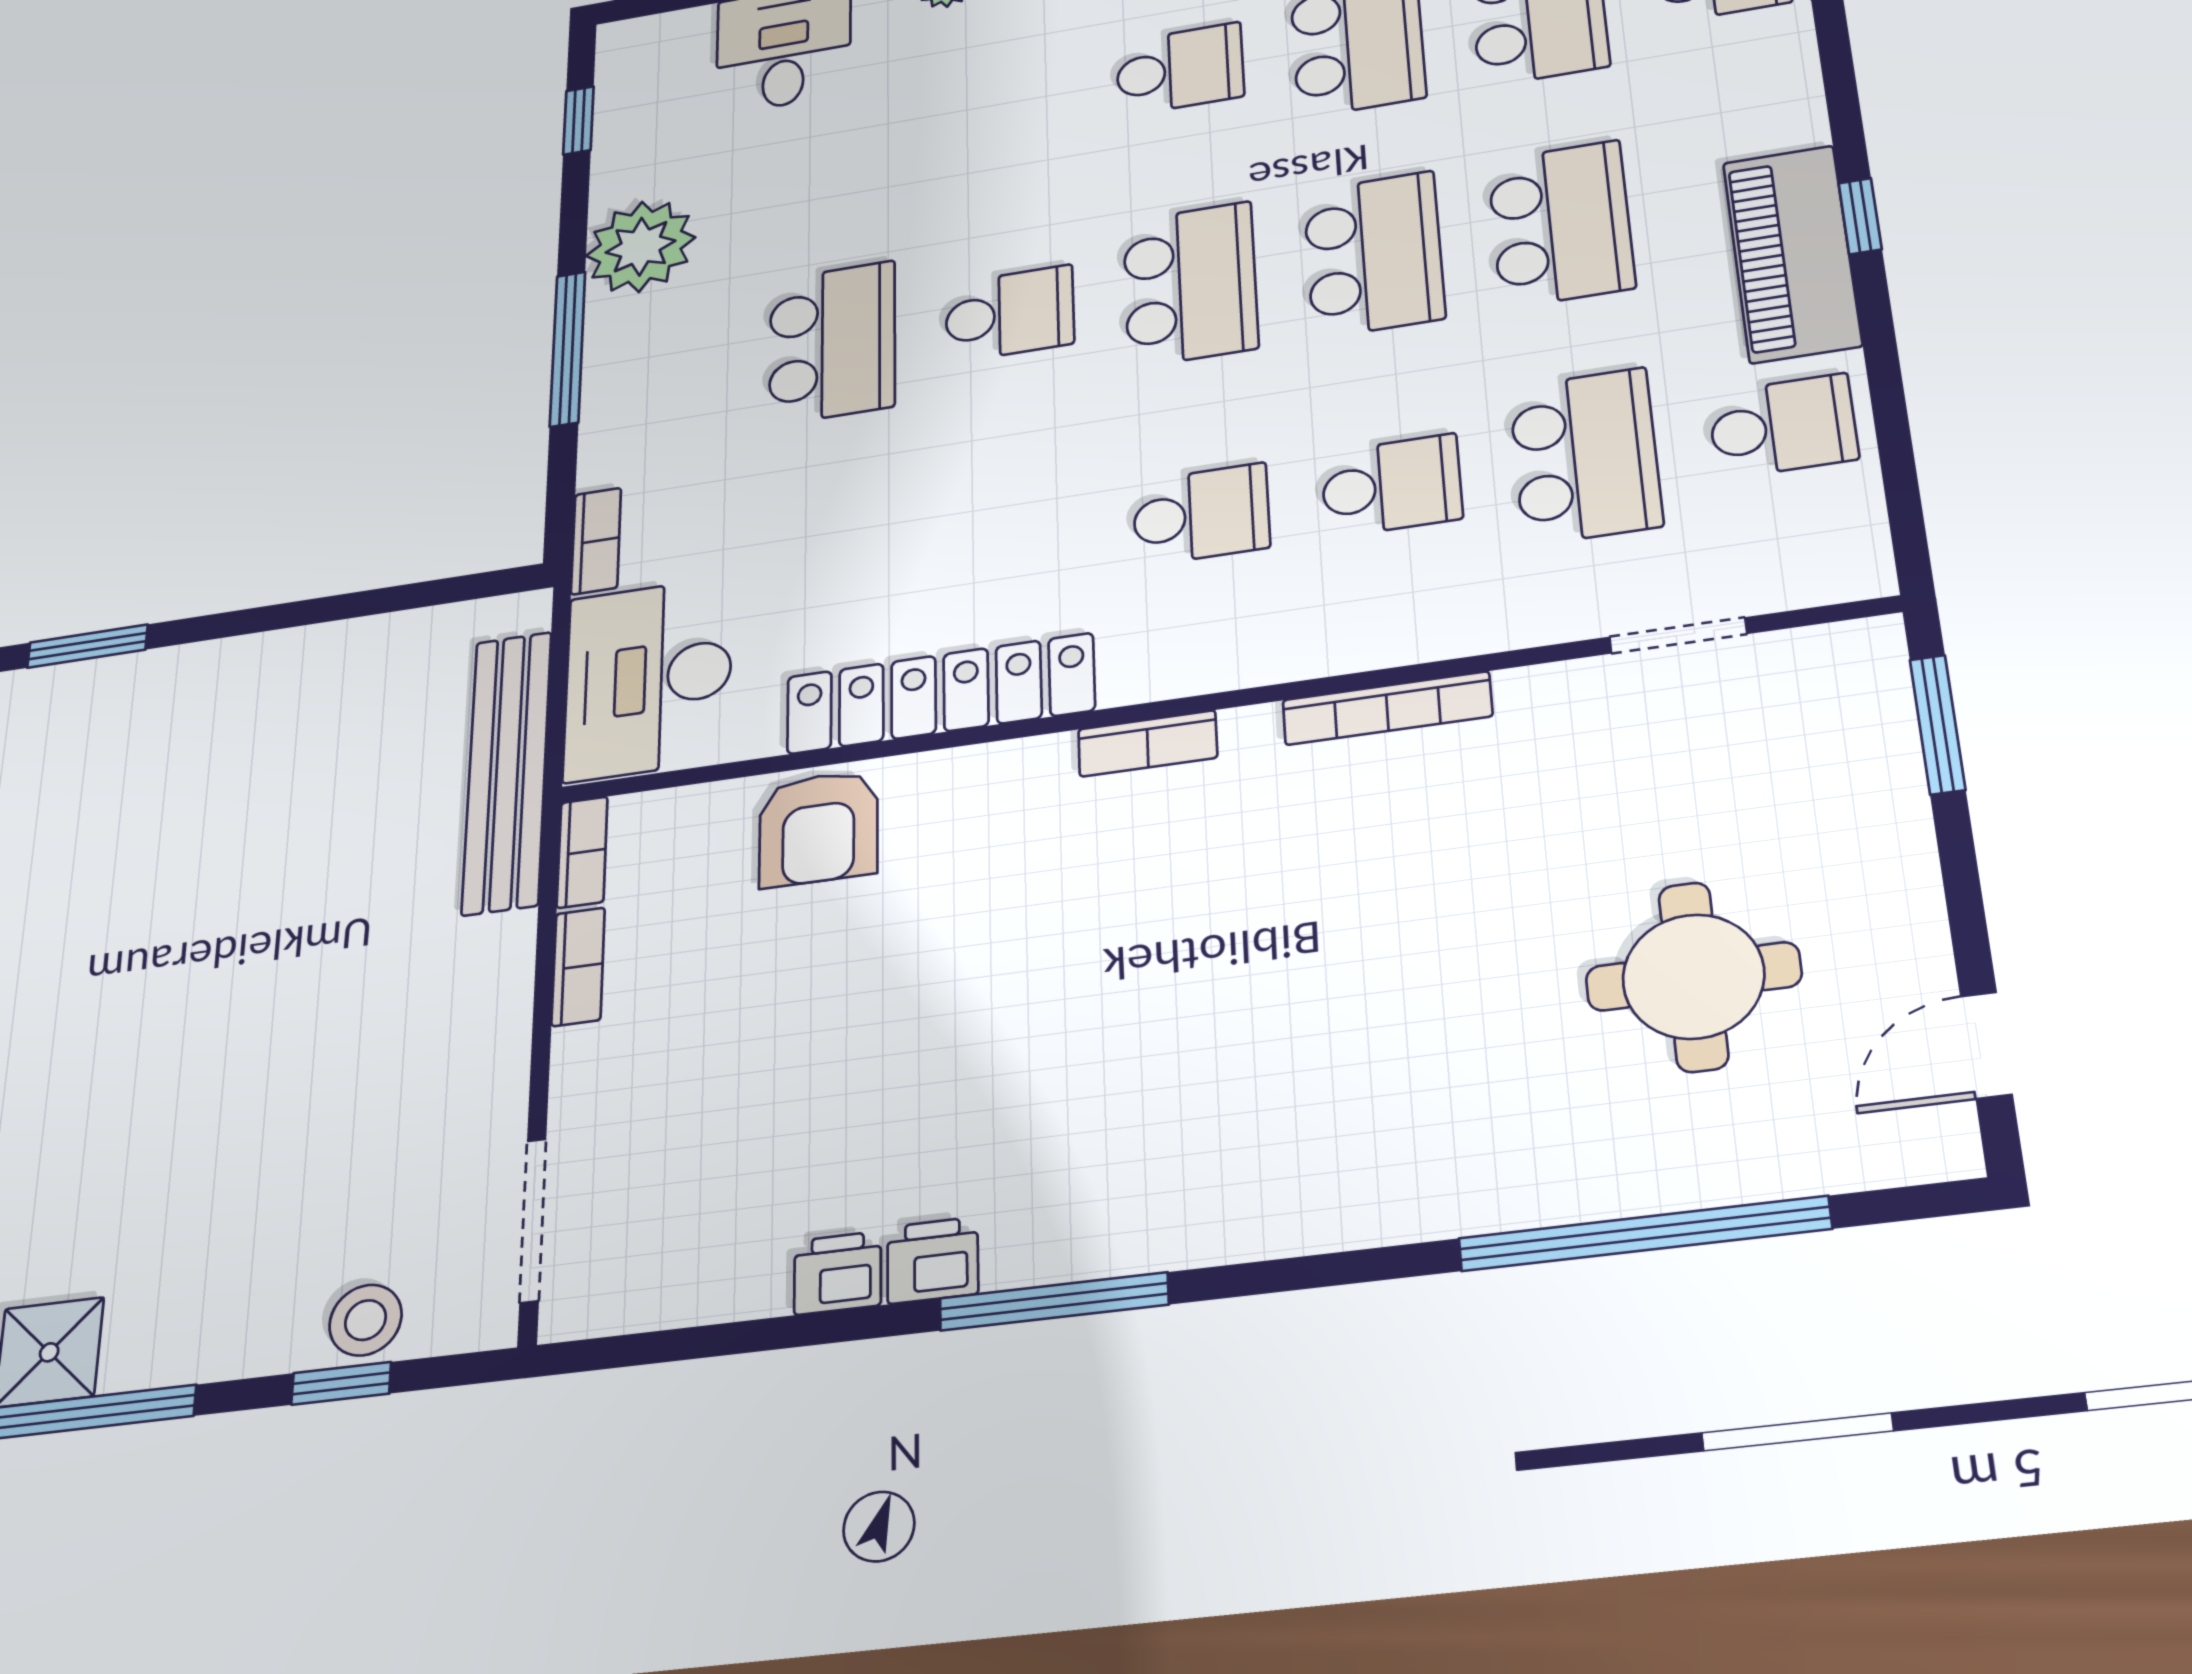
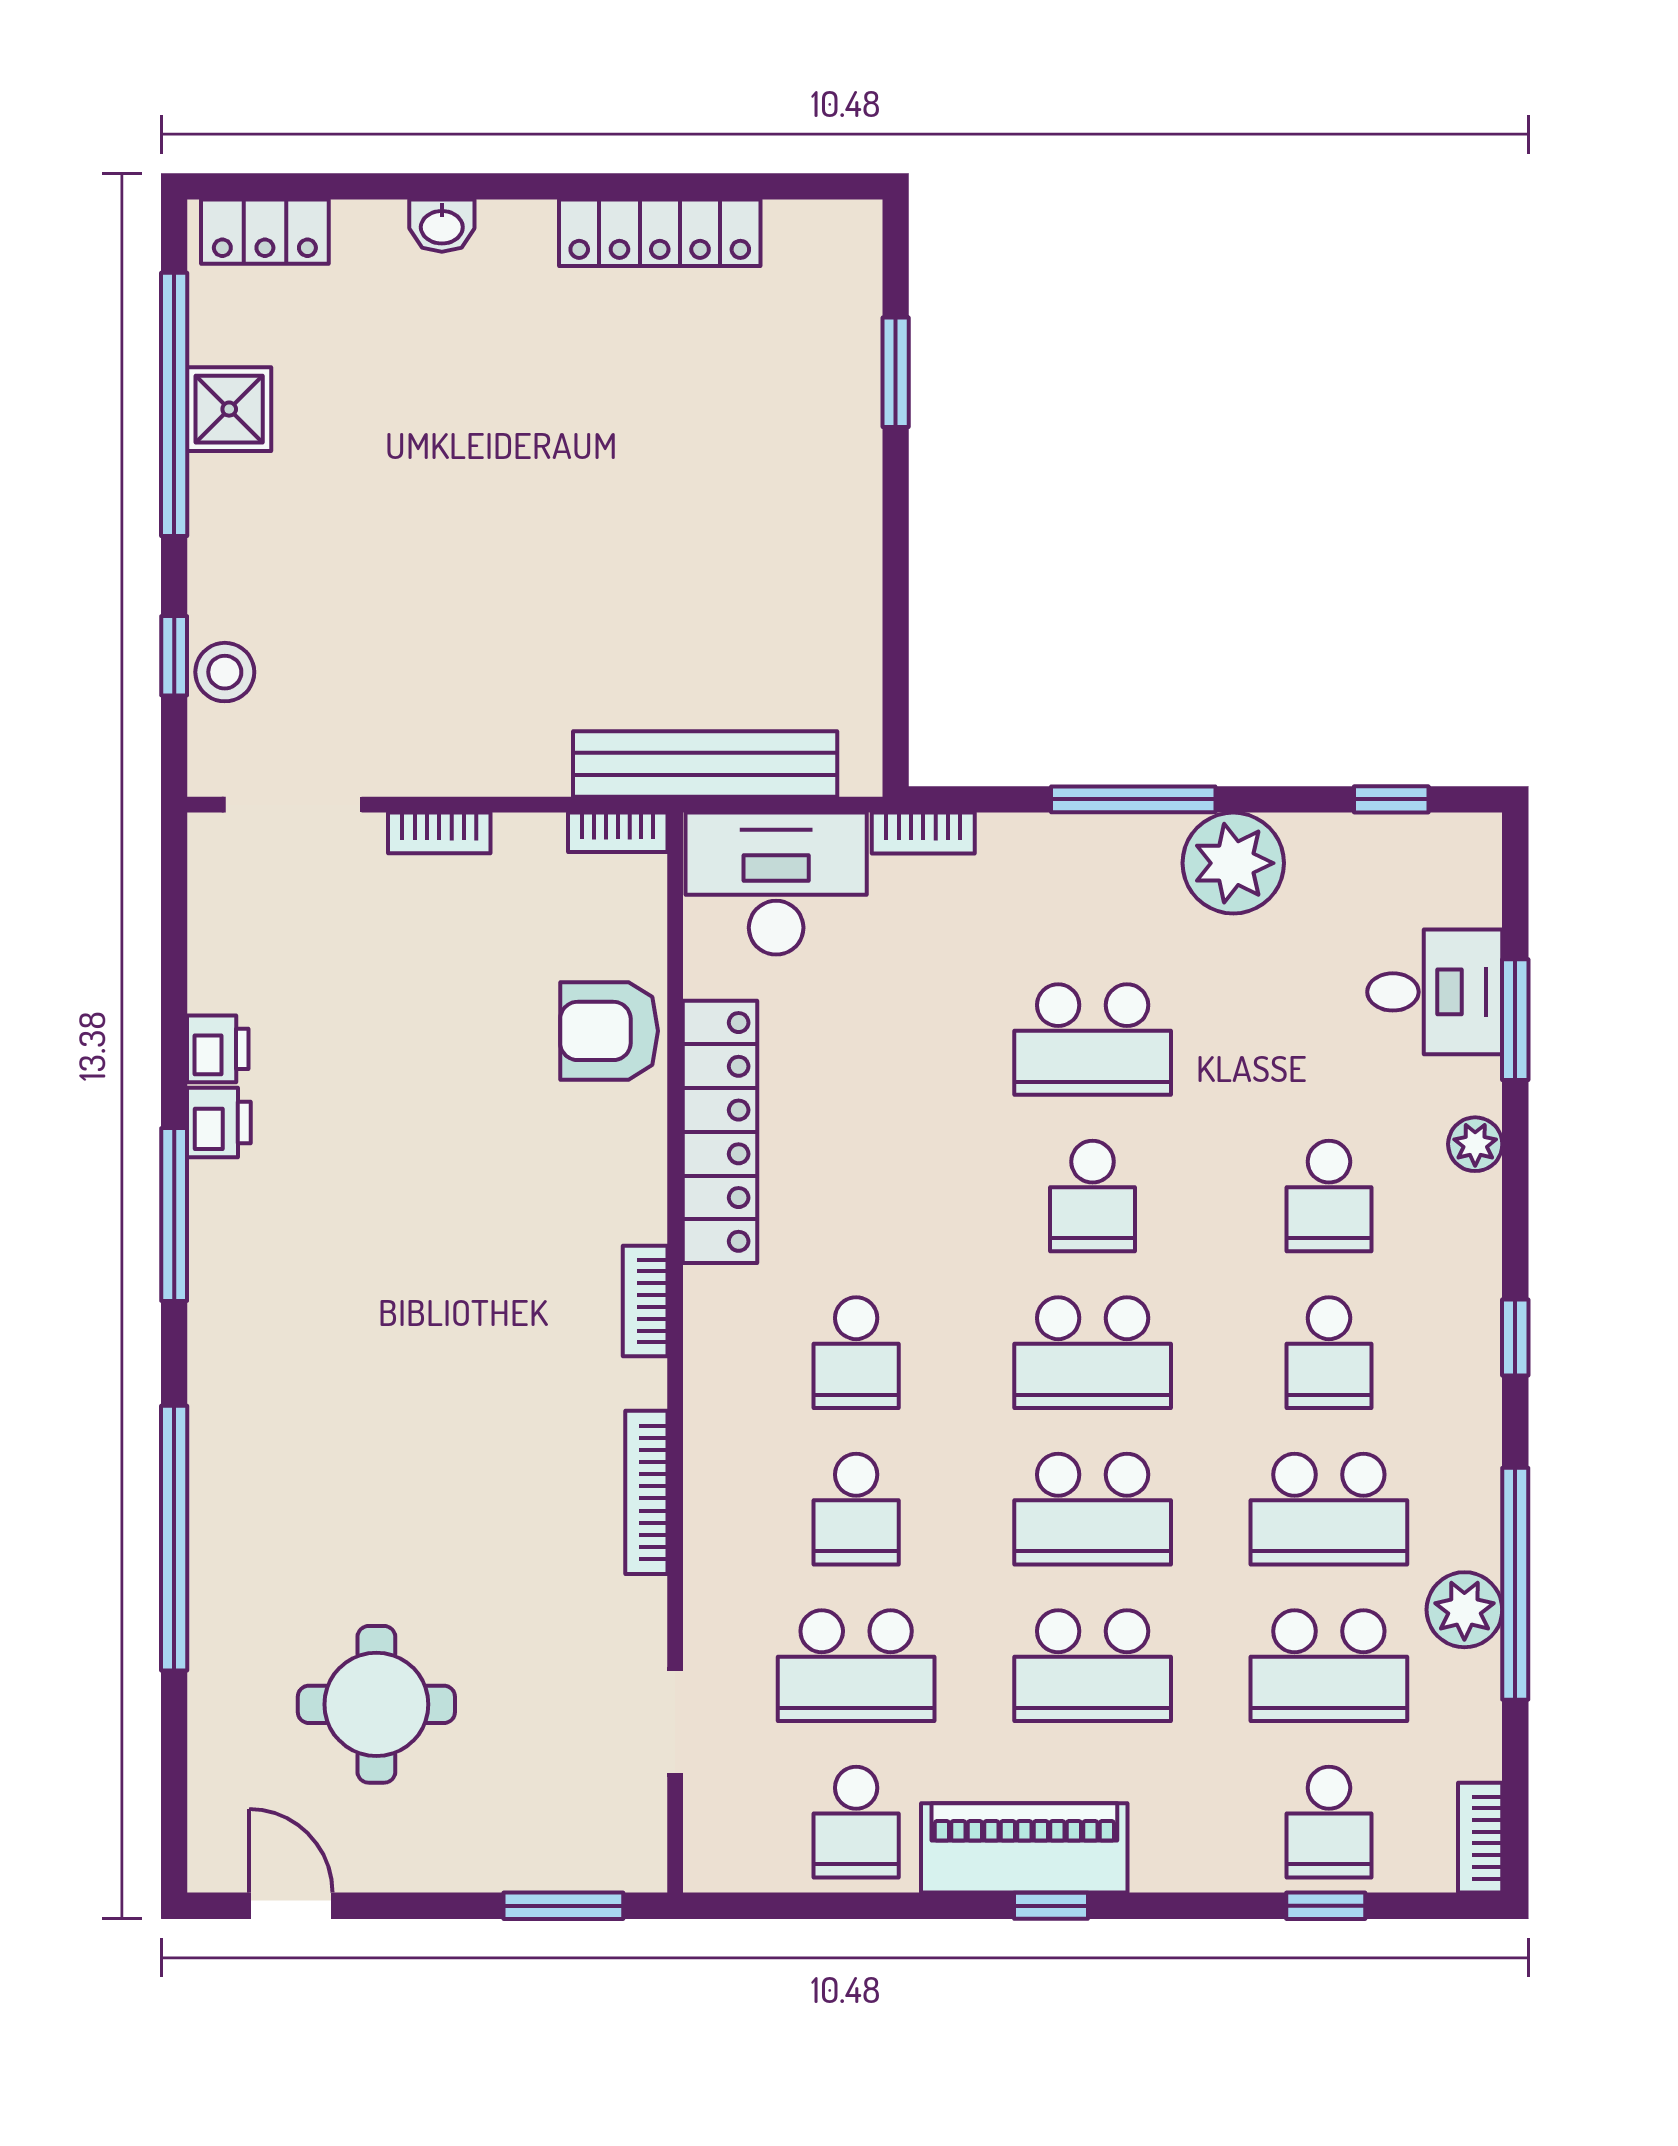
school desk: (1005, 100) -> (1329, 1196), added
bookcase: (578, 967) -> (439, 833), moved
window: (1644, 1234) -> (174, 1538), moved

